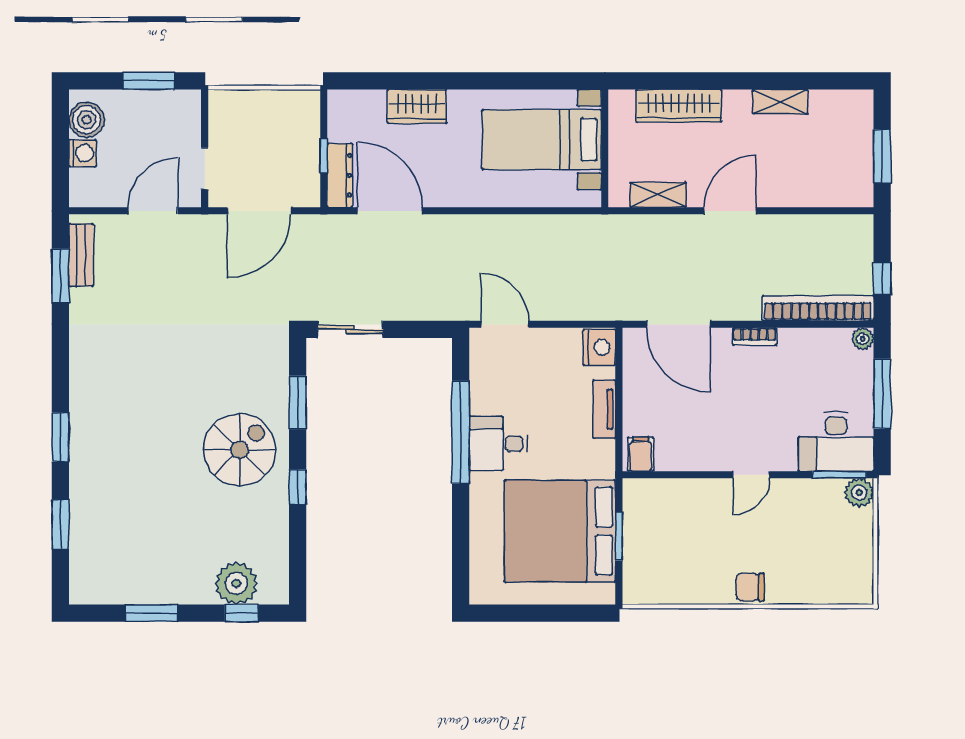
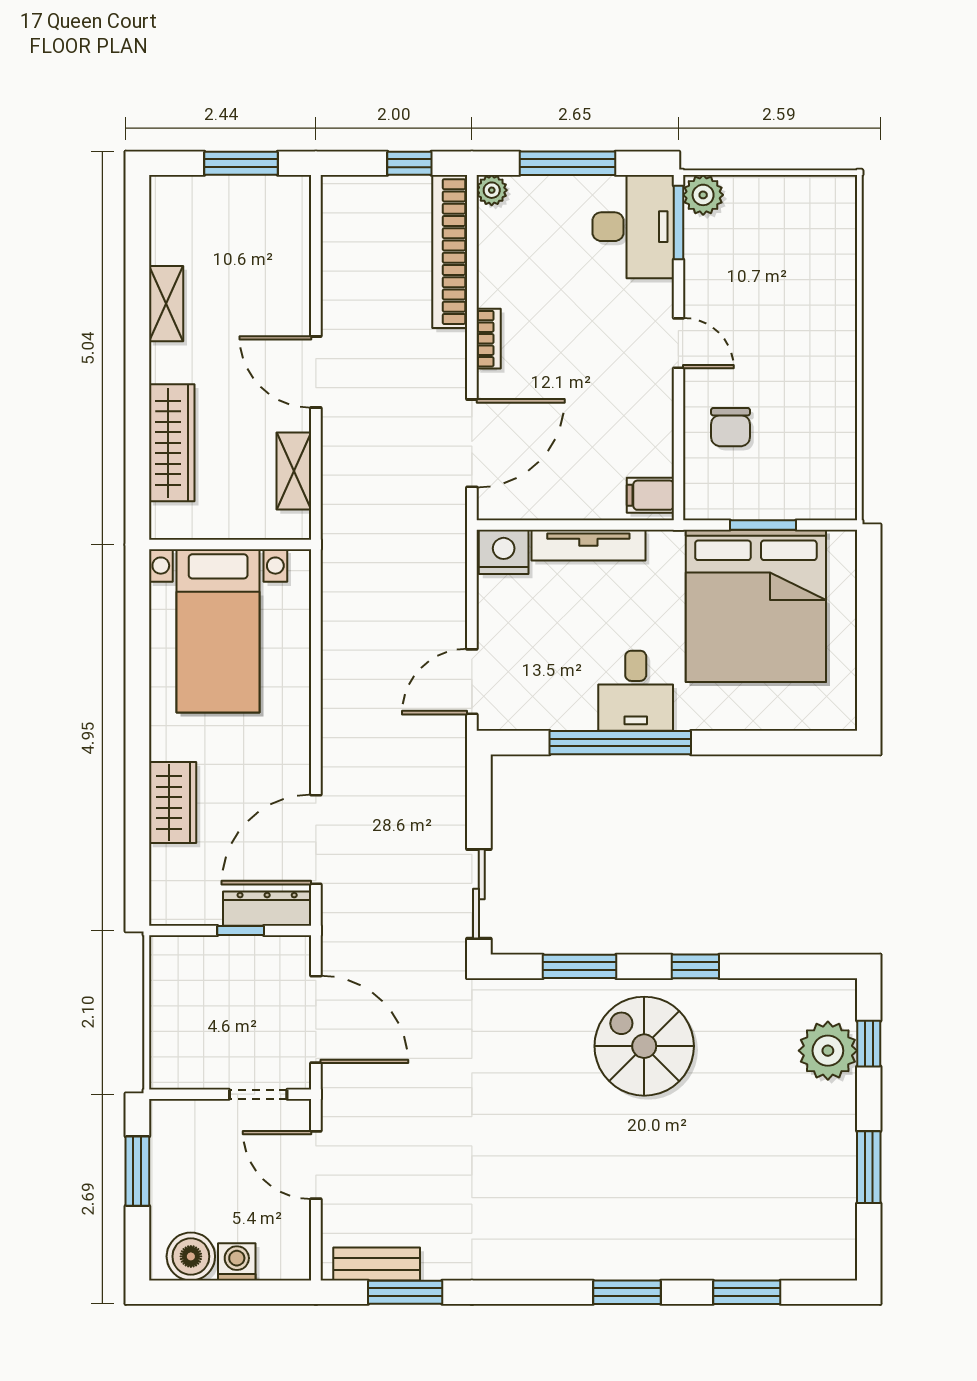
tv unit: (604, 409) -> (588, 545), width x1.41
chair: (750, 587) -> (731, 427), moved

